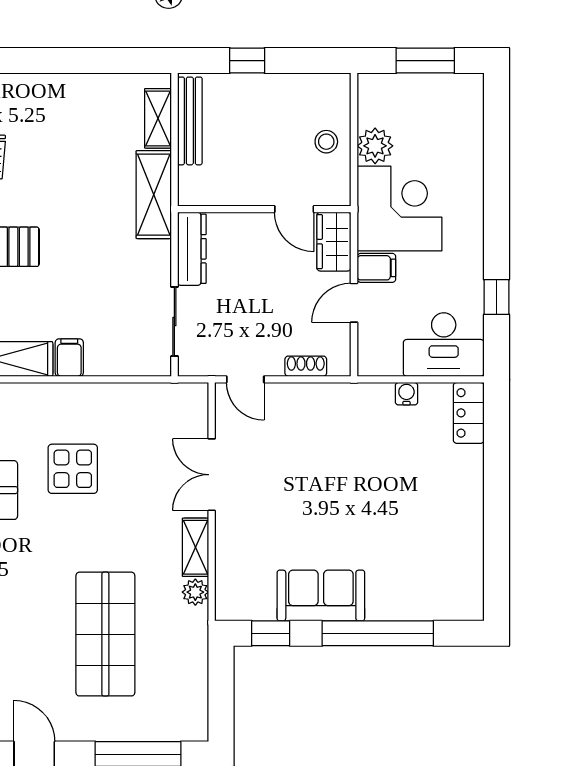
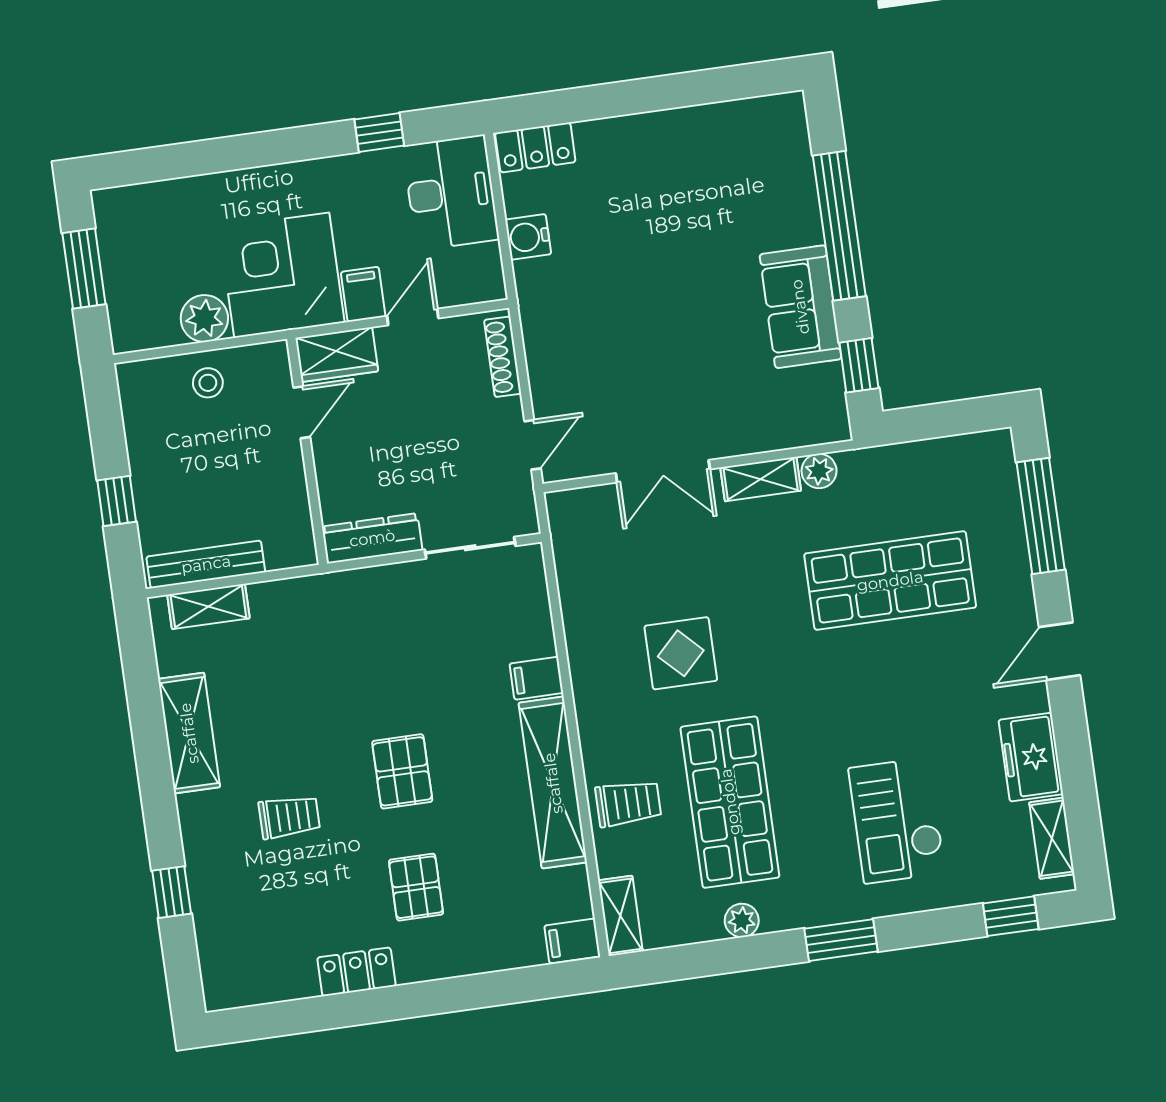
shelving: (154, 195) -> (189, 733), moved, turned 90
door: (354, 303) -> (413, 317), swing flipped
shoe rack: (306, 366) -> (503, 357), width x1.43
water cooler: (406, 394) -> (528, 237), width x1.38, depth x1.38

